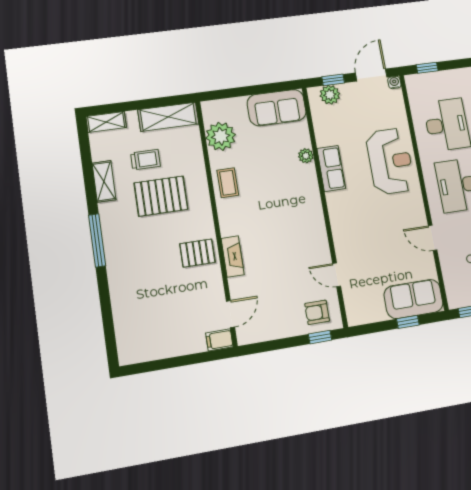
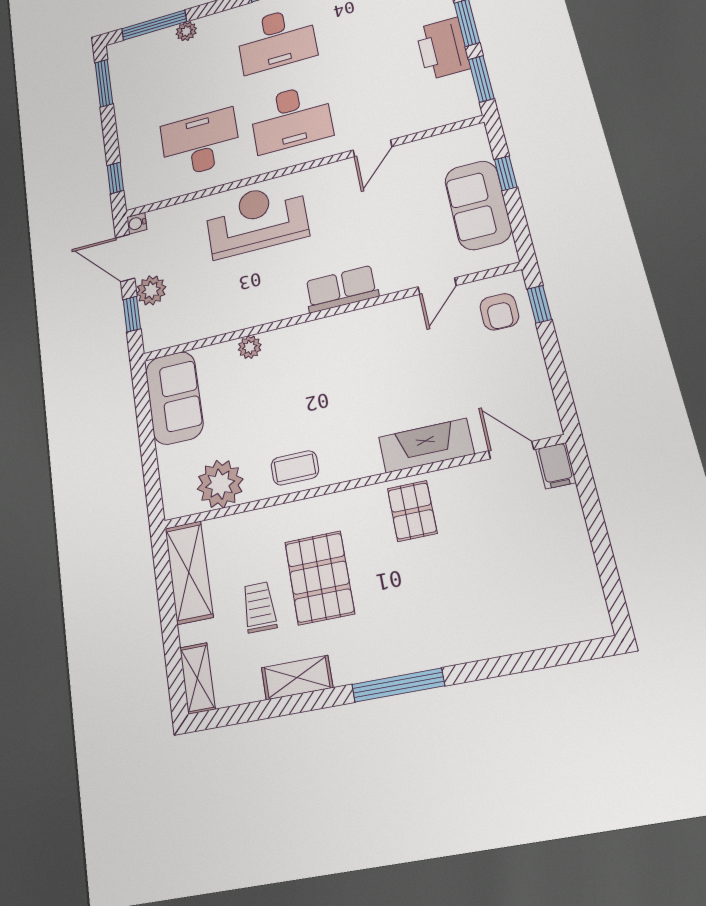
plant: (330, 95) -> (151, 290), moved
row of seats: (331, 168) -> (341, 289), moved
fireplace: (233, 256) -> (426, 446), width x1.37, depth x1.32
sofa: (414, 299) -> (478, 205), moved

